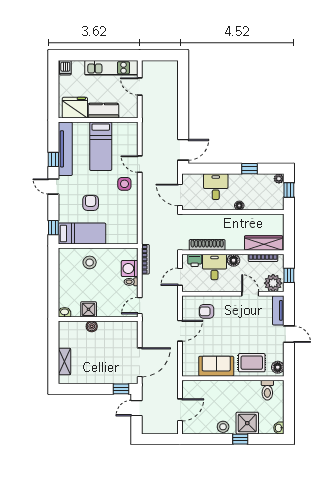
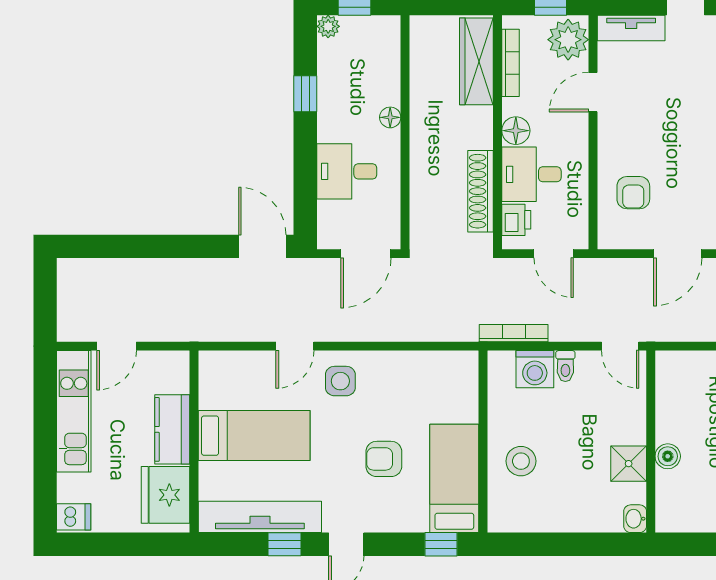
door: (180, 331) -> (678, 254), swing flipped

